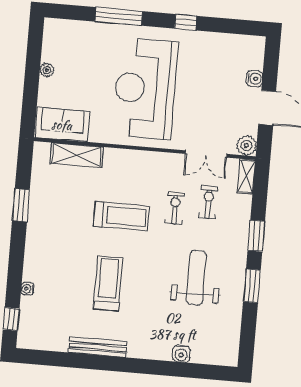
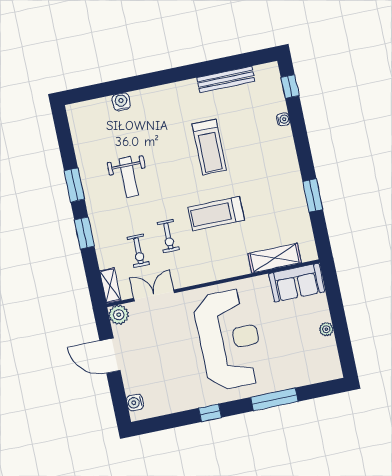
water cooler: (254, 79) -> (135, 403), moved
weight bench: (196, 278) -> (129, 177), width x0.73, depth x0.75
bench: (98, 347) -> (226, 79), moved

